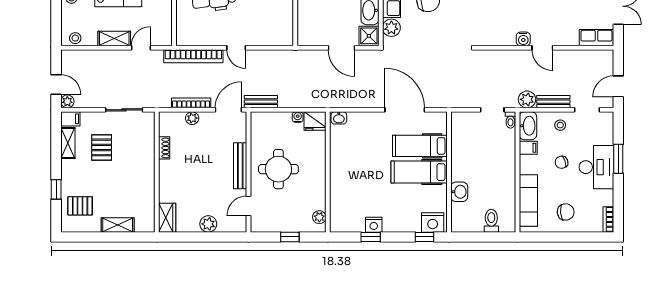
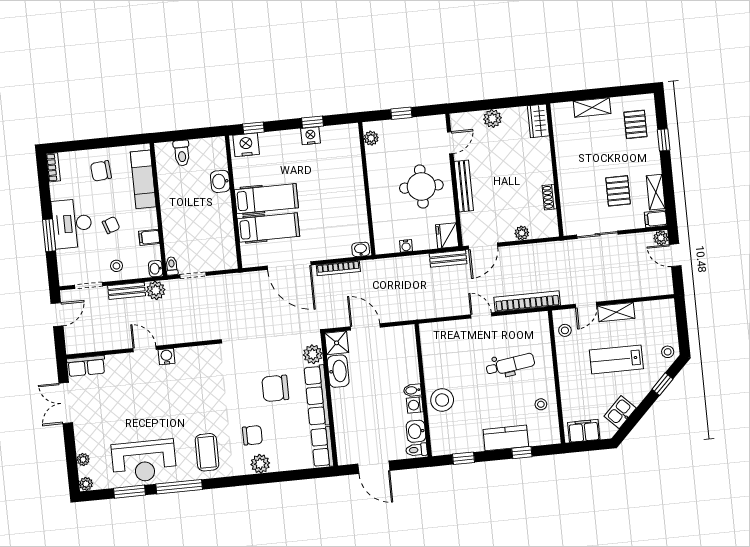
stool: (75, 38) -> (565, 330), moved
bookcase: (191, 103) -> (338, 268), moved
fridge: (315, 121) -> (447, 236), moved, turned -90
washbasin: (528, 126) -> (156, 269), width x0.52, depth x0.69
pallet: (80, 206) -> (635, 124), turned 90

